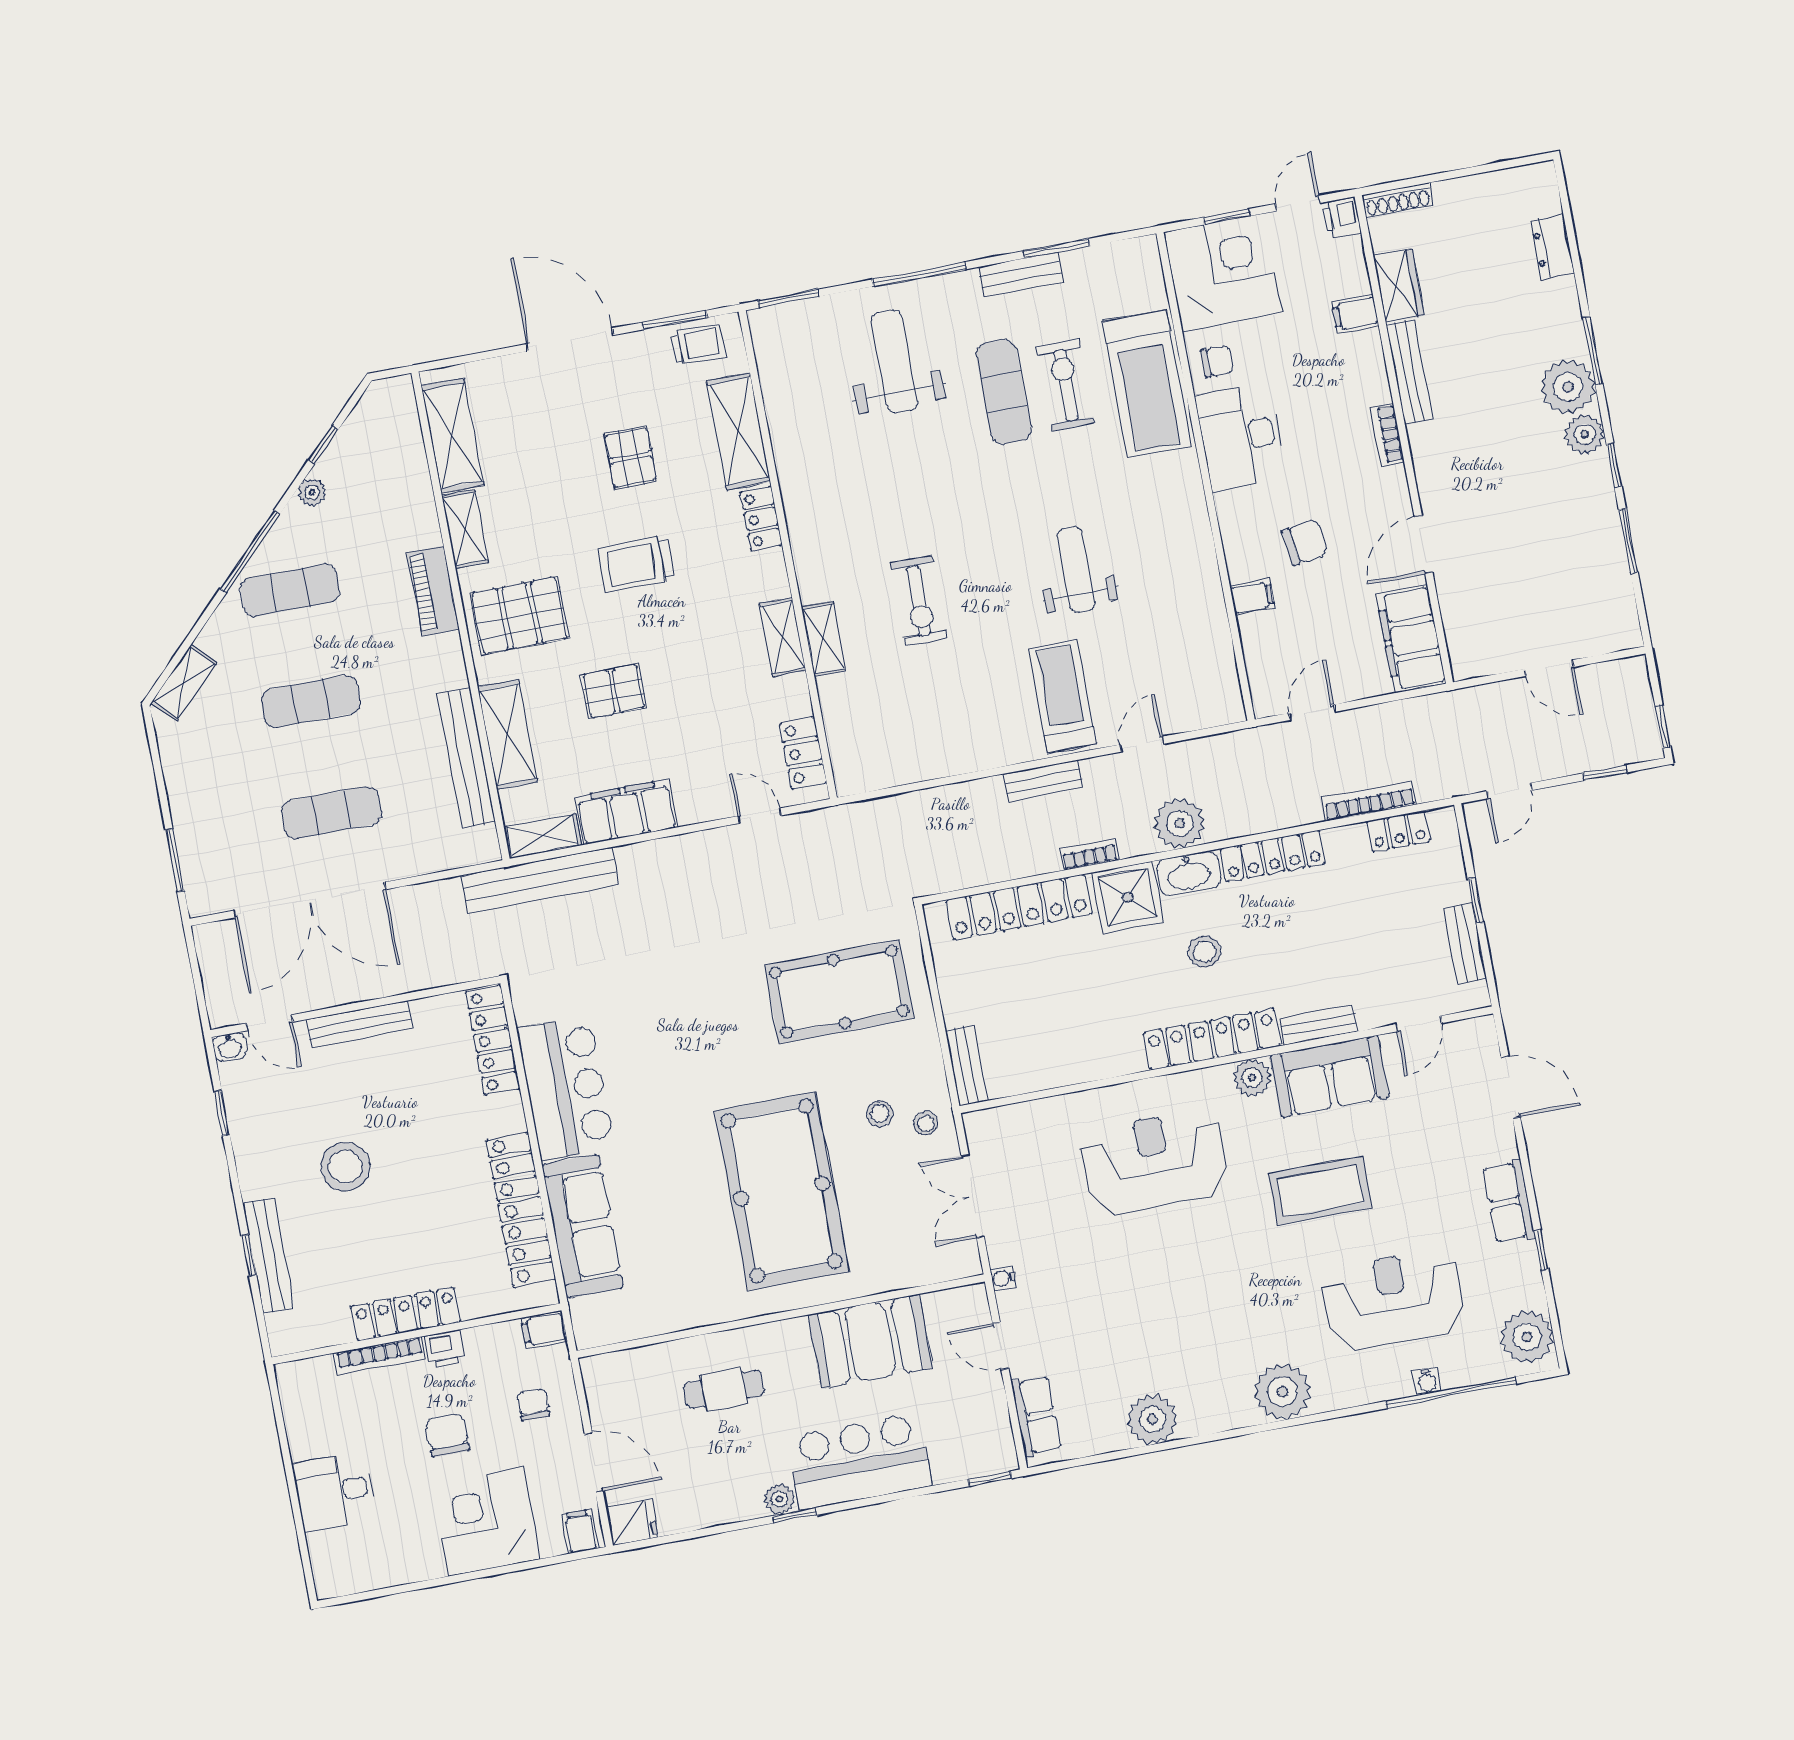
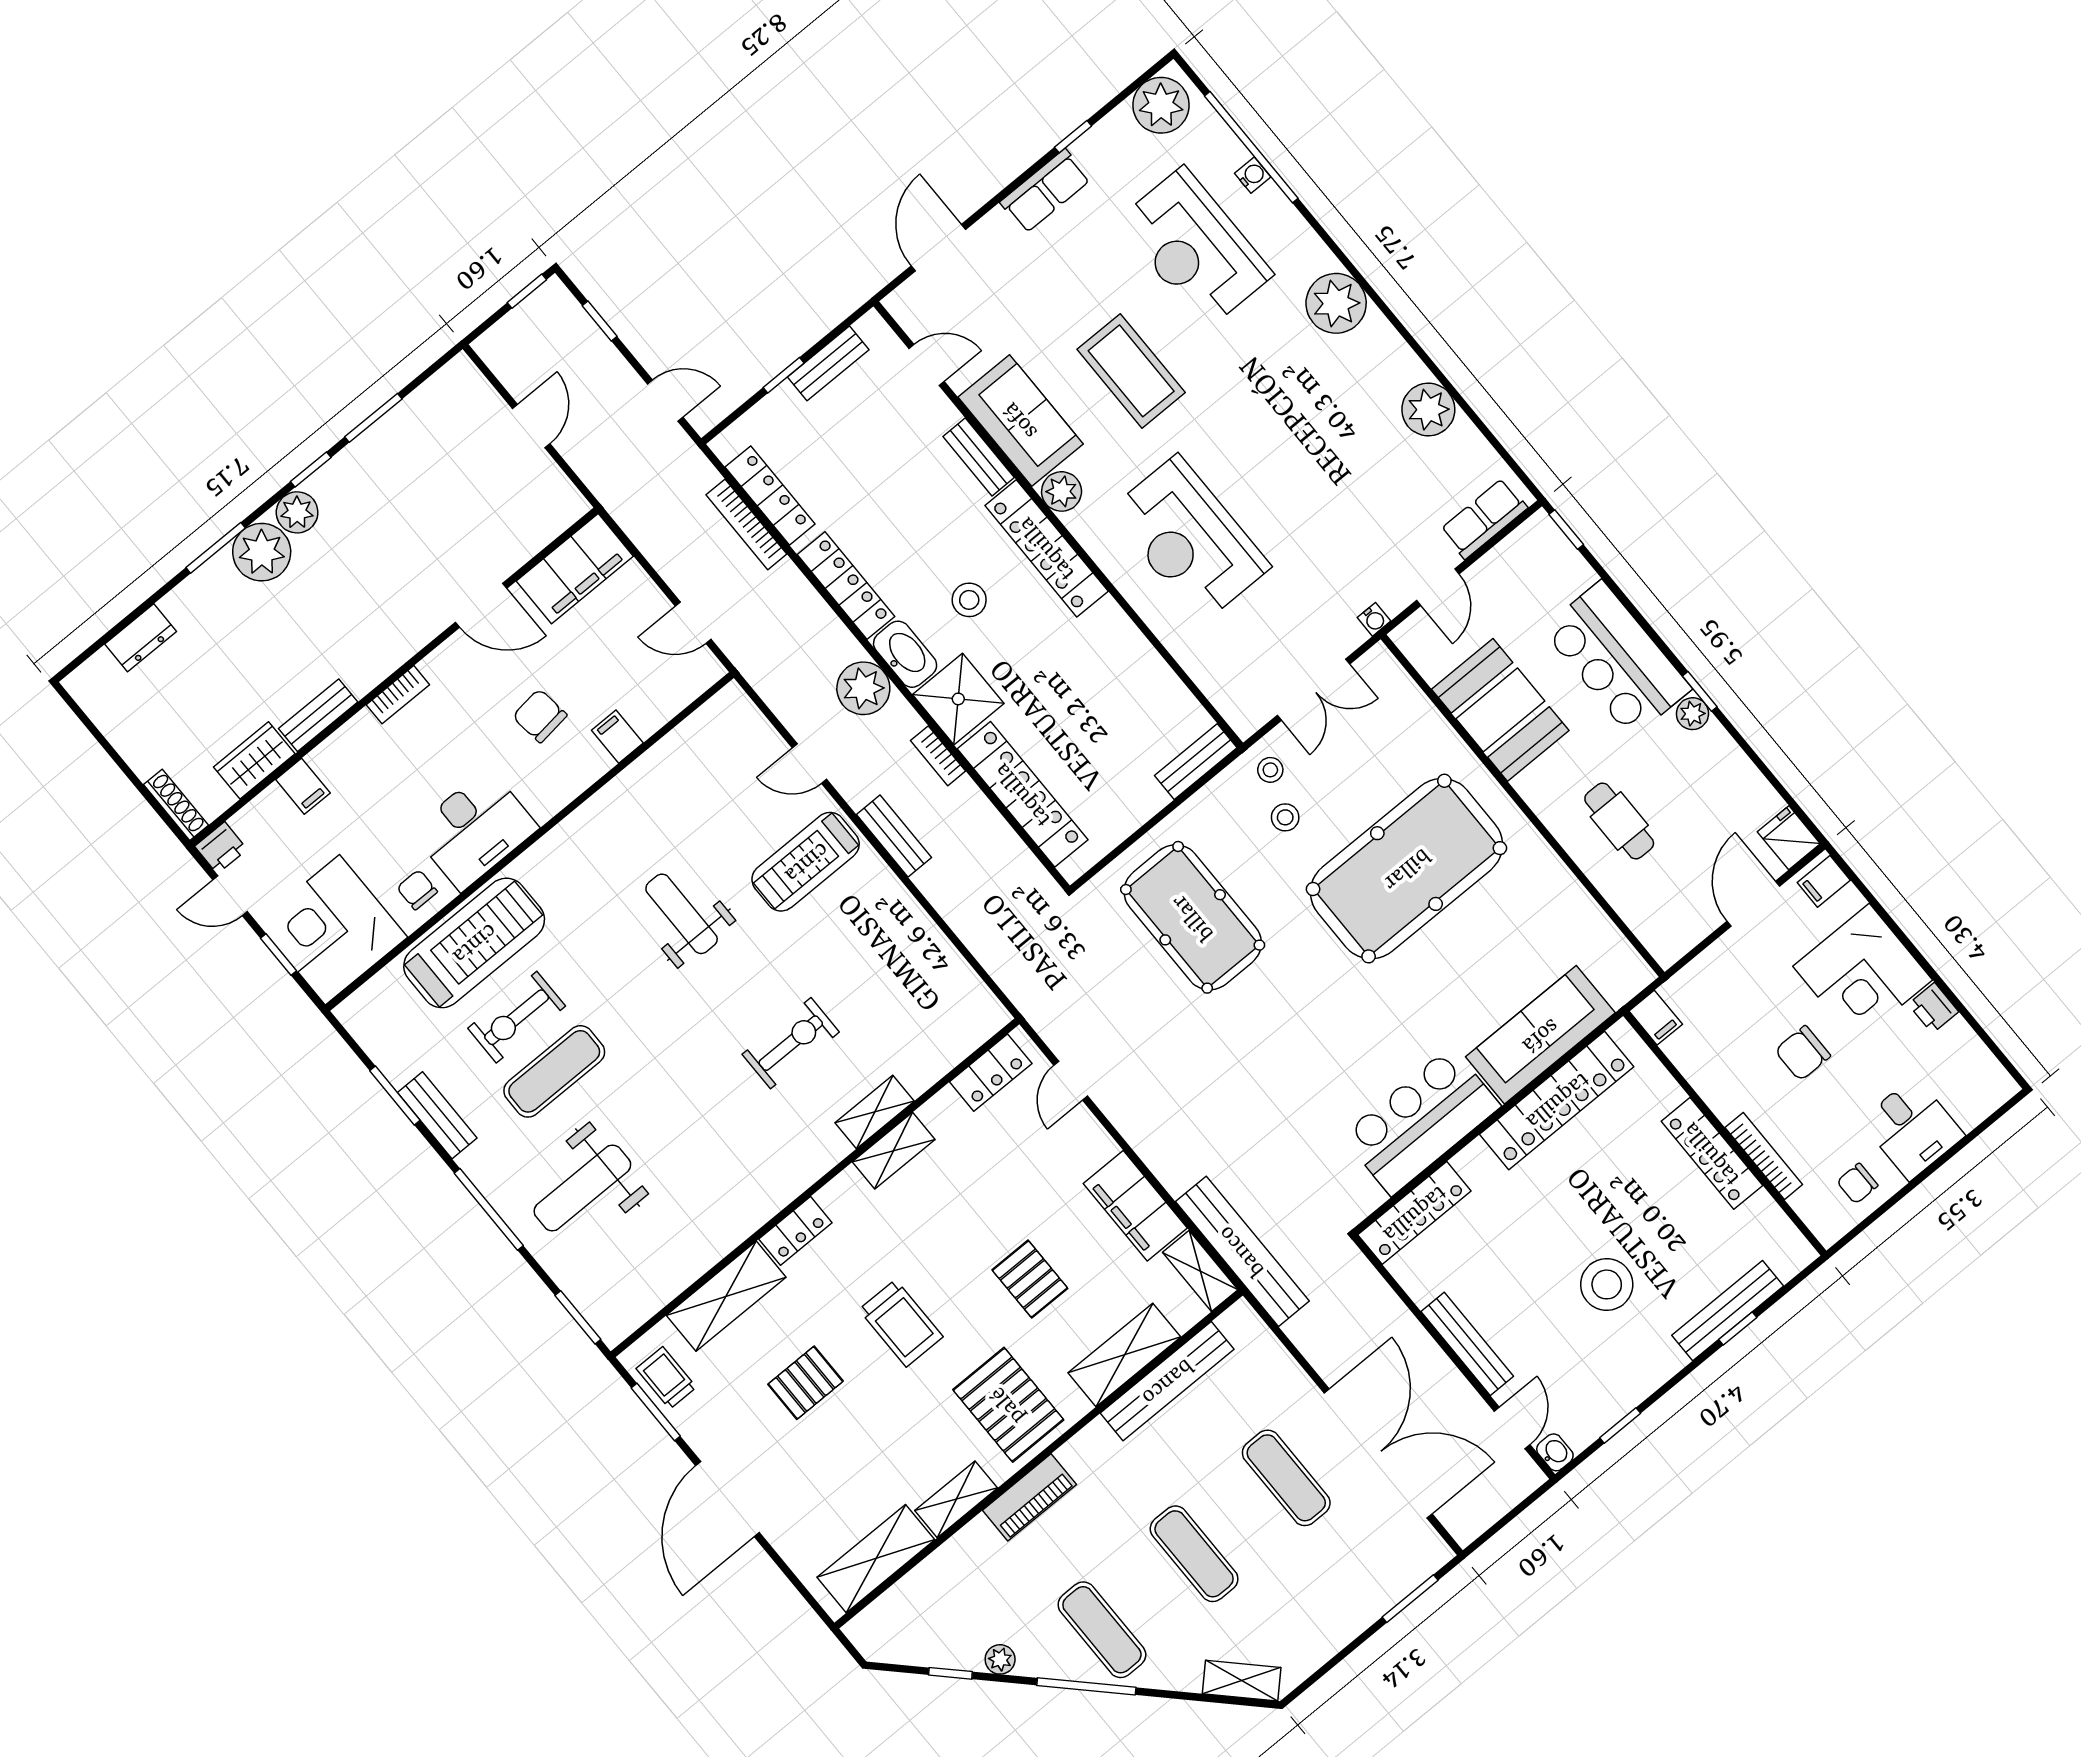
bench: (1409, 372) -> (318, 715), width x0.73
weight bench: (1076, 569) -> (682, 914), turned 90
locker: (1398, 831) -> (770, 496), width x1.53
printer: (445, 1349) -> (1933, 1008), moved, turned 180
chair: (533, 1405) -> (1857, 1184), moved

